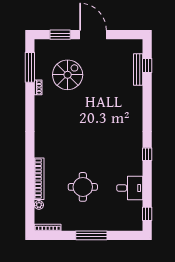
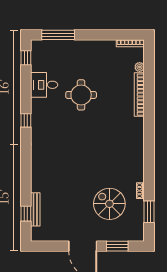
window: (30, 67) -> (149, 212), width x0.69
spiral stairs: (68, 75) -> (109, 204), turned 90
round table: (83, 187) -> (81, 95), moved
window: (91, 235) -> (58, 35), moved

